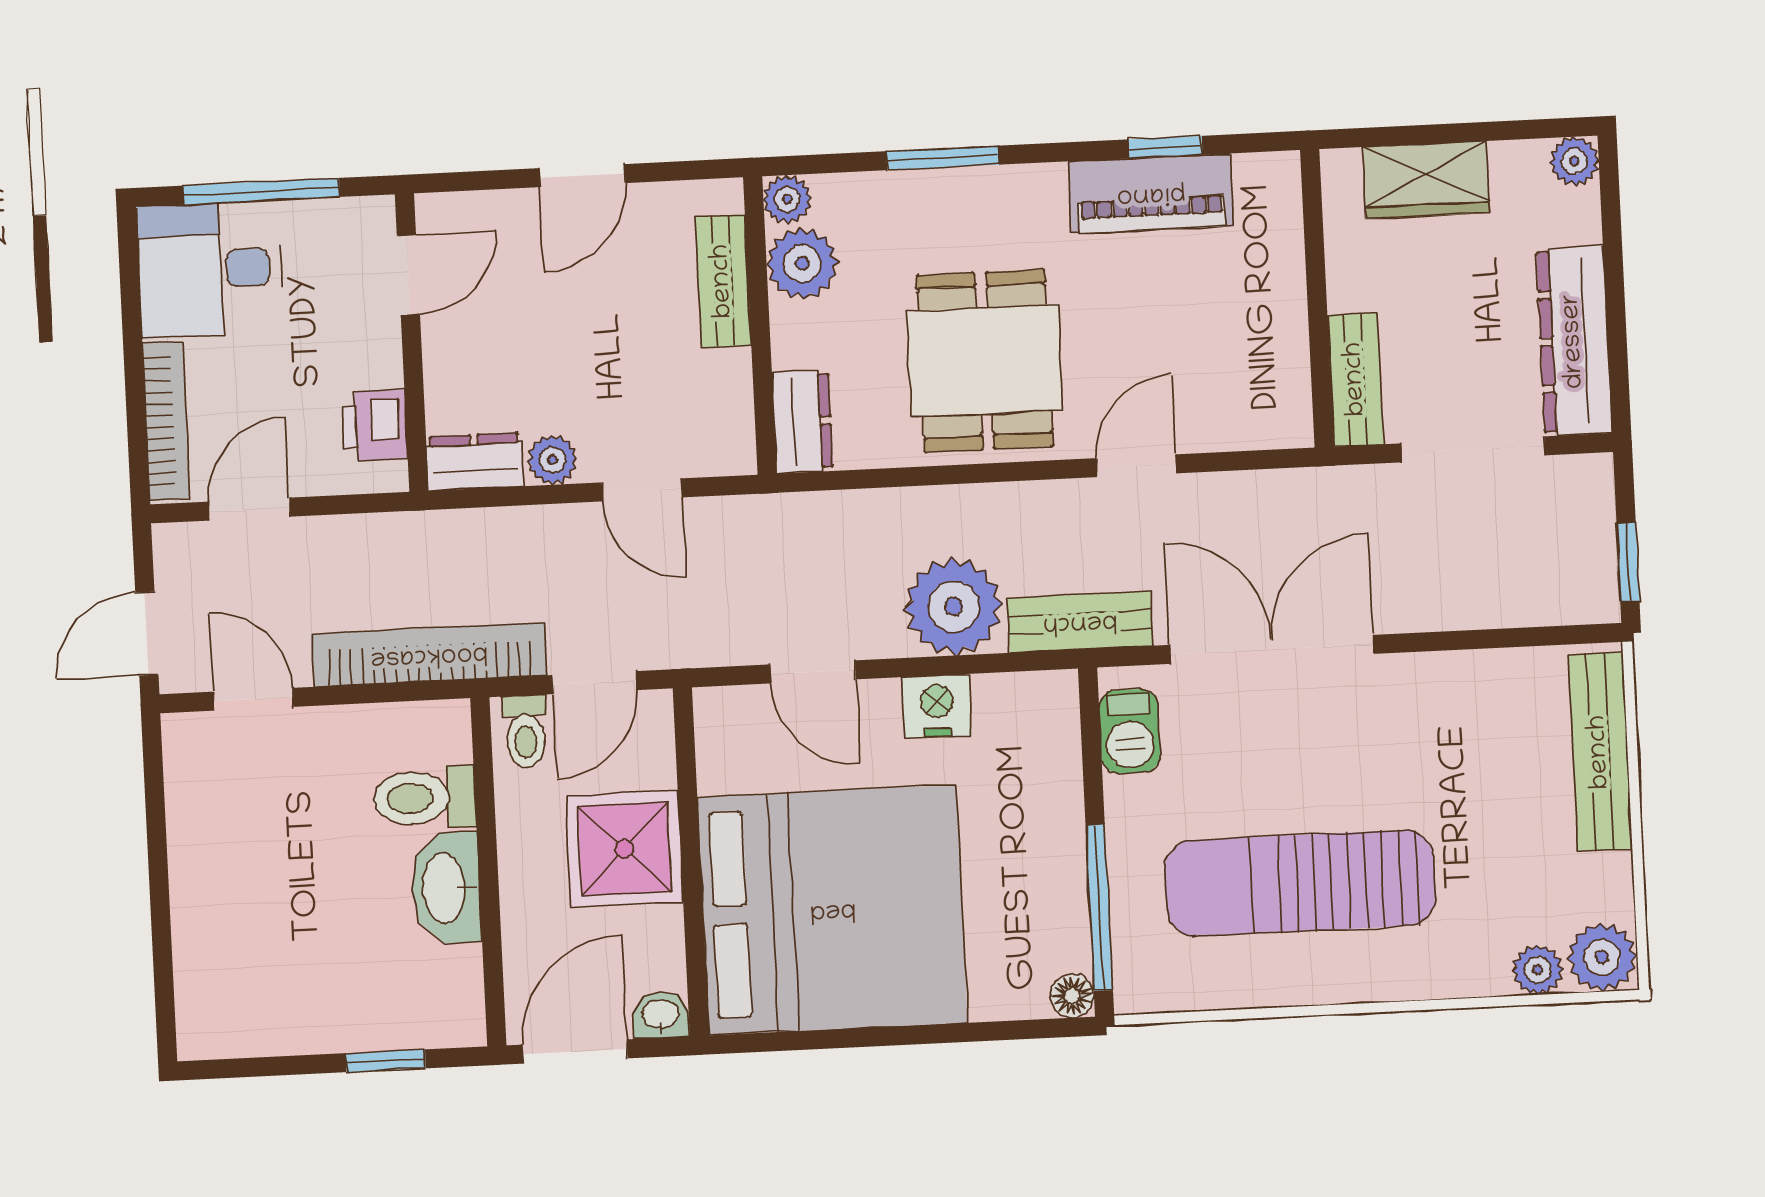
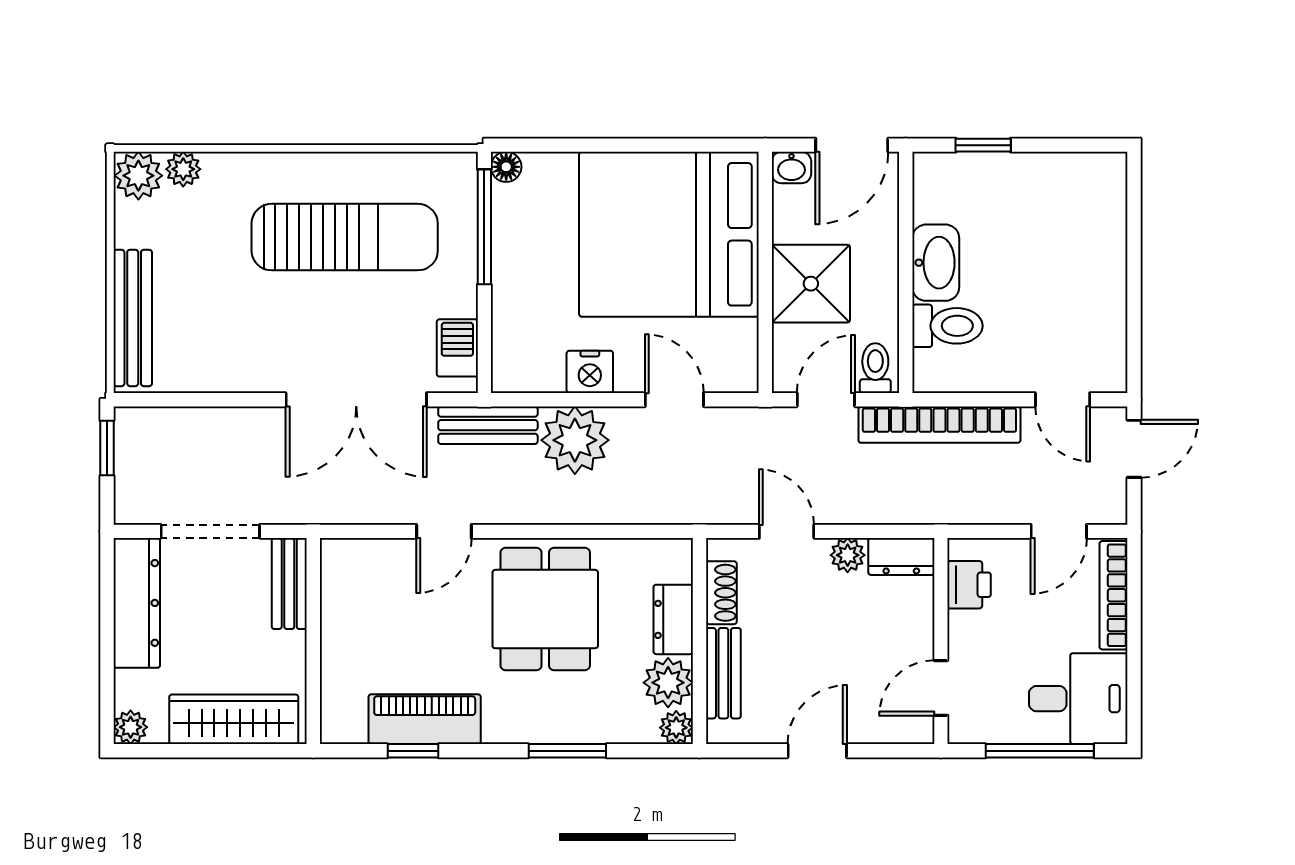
wardrobe: (1426, 180) -> (234, 719), width x1.50
shoe rack: (732, 397) -> (721, 593), added
dresser: (802, 421) -> (673, 619), moved

